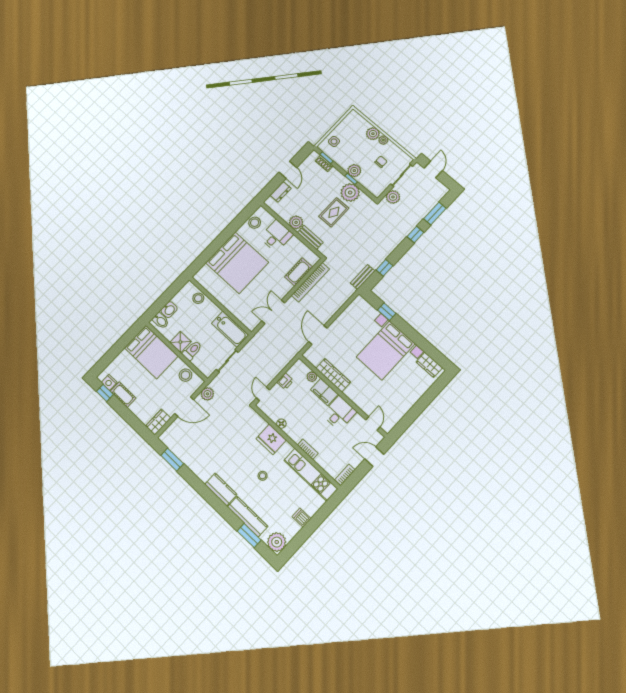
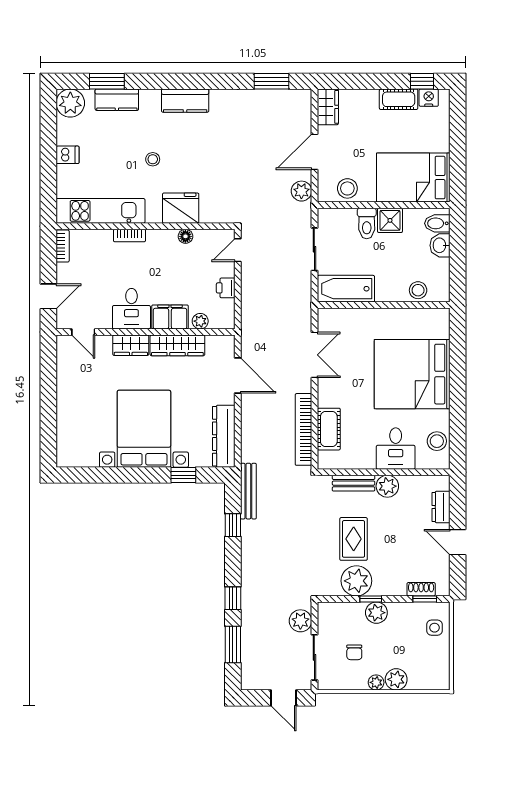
bench: (363, 277) -> (248, 491), width x1.36
dresser: (351, 313) -> (224, 436), added
wardrobe: (429, 365) -> (131, 345), moved, turned 180
door: (263, 394) -> (238, 250), swing flipped
kitchen counter: (248, 517) -> (117, 100), width x0.67

